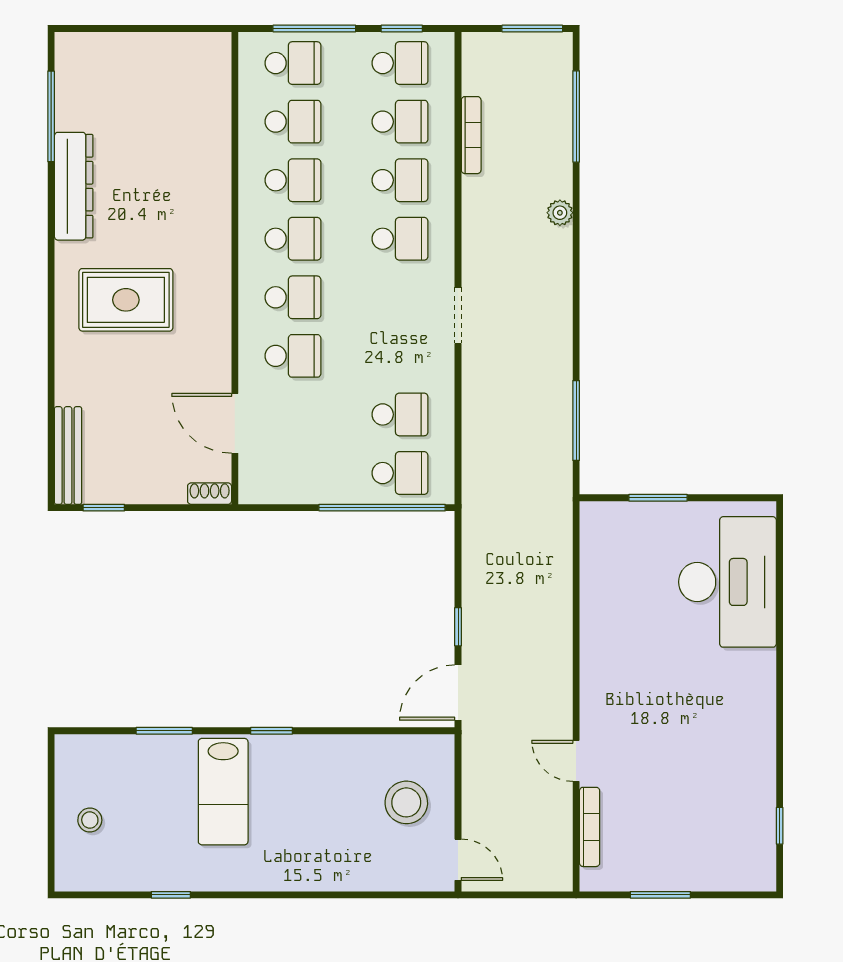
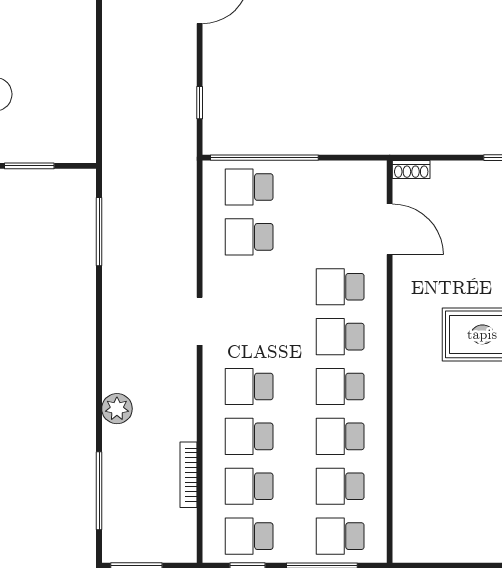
plant: (560, 213) -> (117, 409), width x1.38, depth x1.38
window: (458, 627) -> (200, 103), moved

